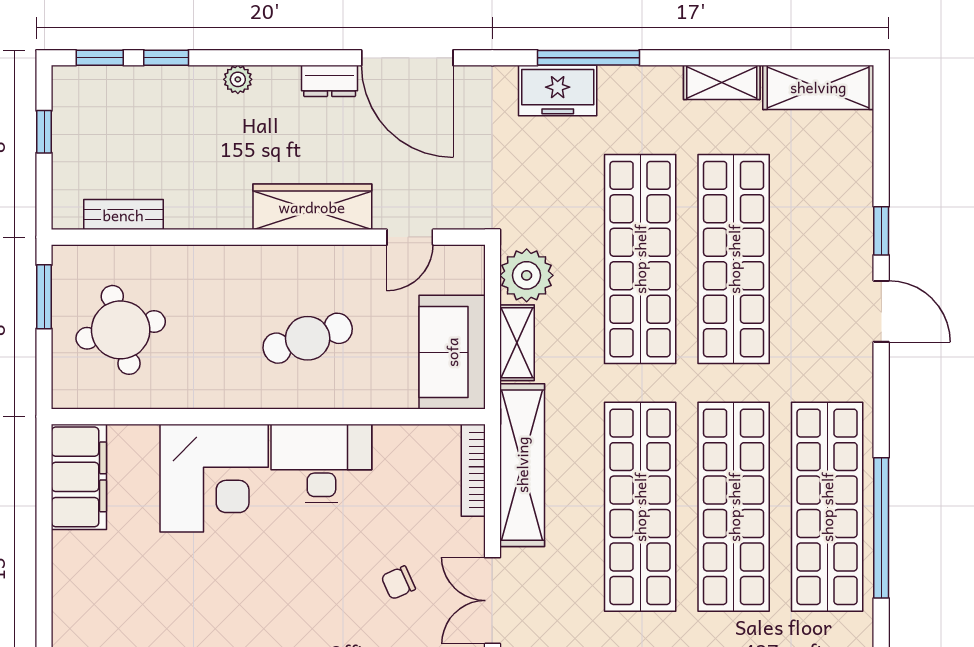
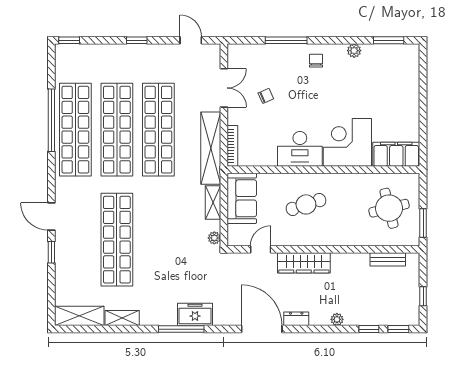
shop shelf: (640, 259) -> (158, 240), removed
plant: (527, 275) -> (214, 238), width x0.53, depth x0.53
filing cabinet: (79, 477) -> (396, 154), moved, turned 90

